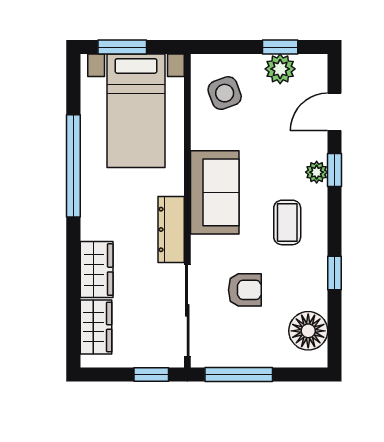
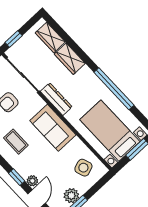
plant: (317, 172) -> (32, 181), moved

